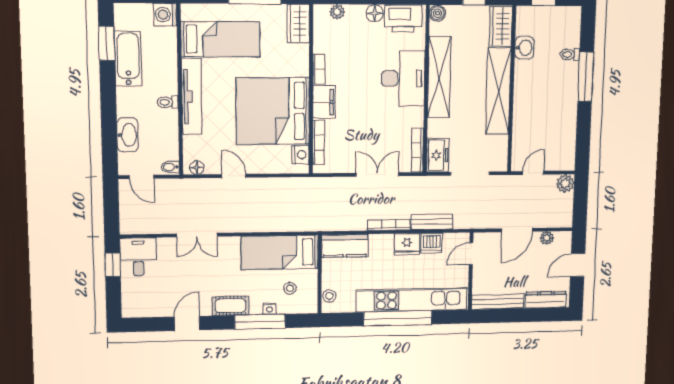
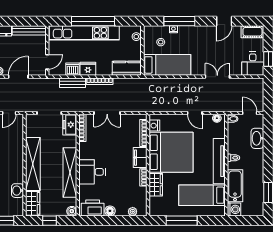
wardrobe: (298, 23) -> (156, 185), moved
bathtub: (128, 59) -> (235, 186), moved, turned 180
desk: (403, 78) -> (92, 172), width x0.73
cot: (230, 306) -> (252, 32), moved

